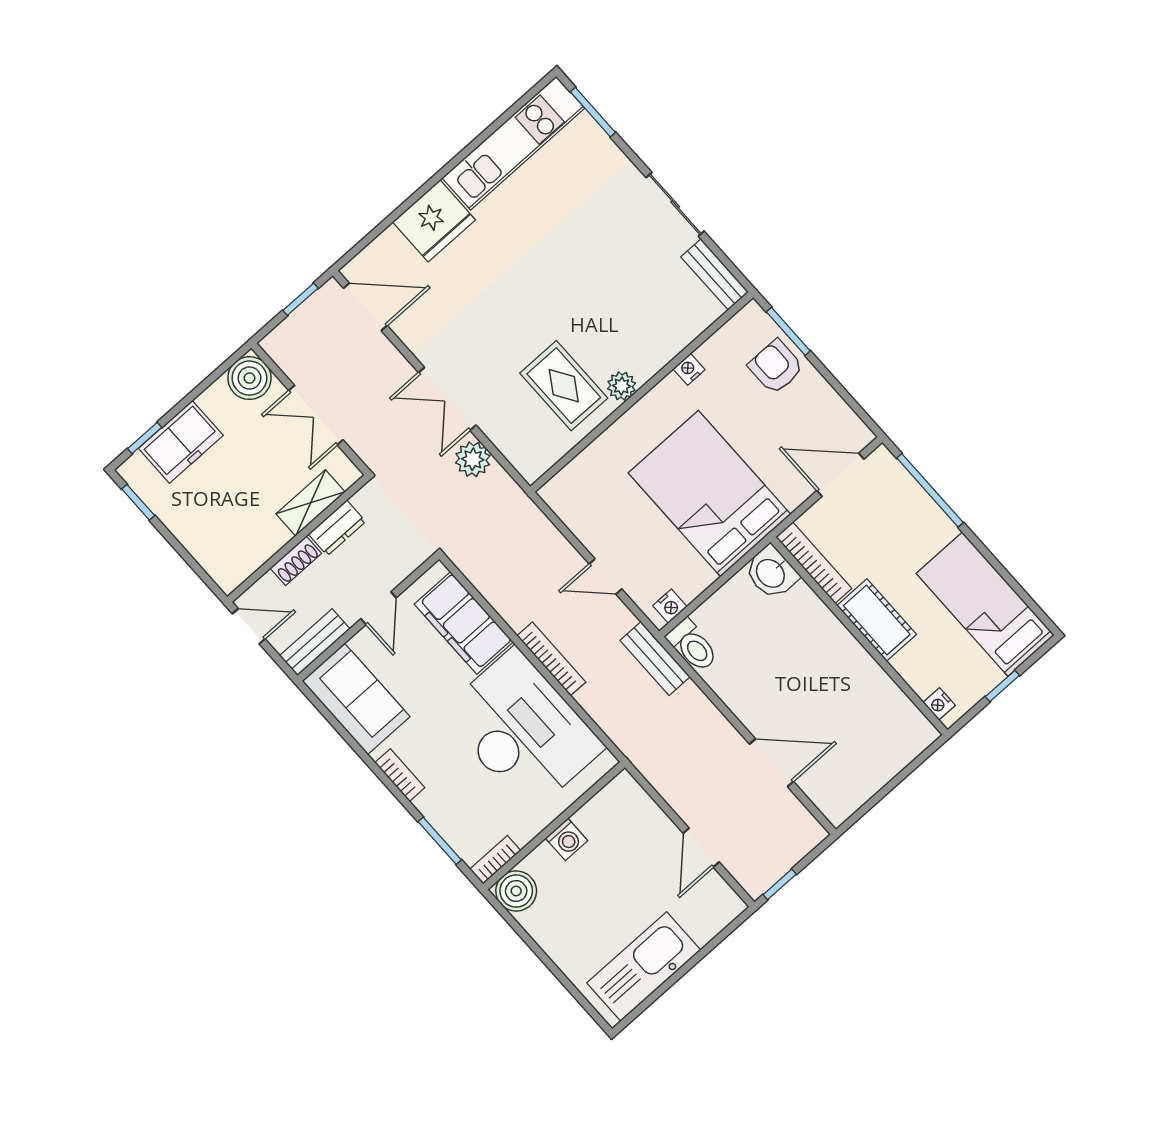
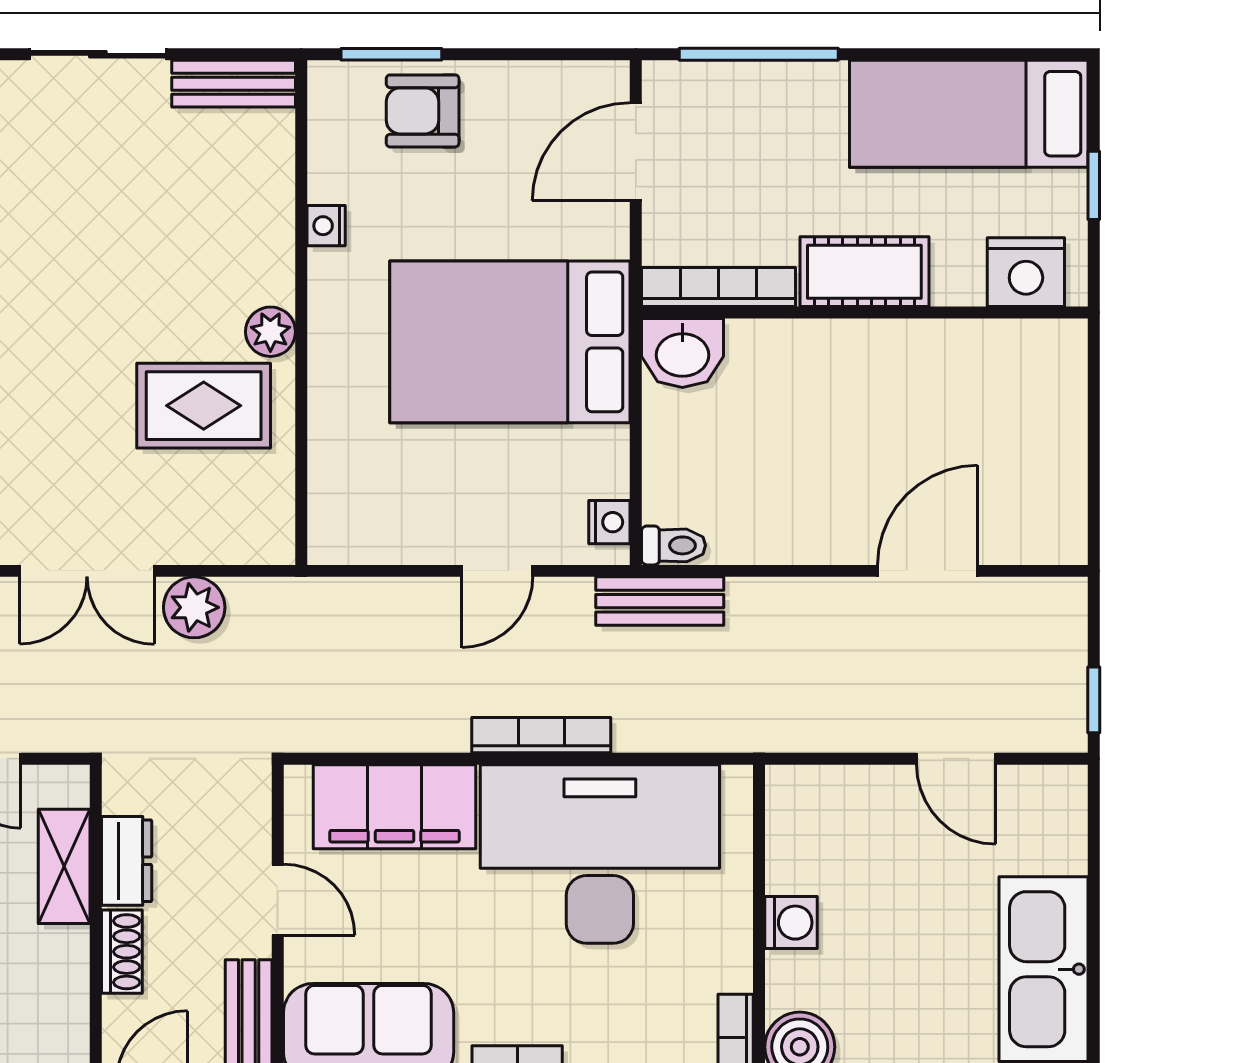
toilet: (692, 645) -> (674, 545), width x0.73, depth x0.72
nightstand: (939, 704) -> (1026, 272), width x1.89, depth x1.79

